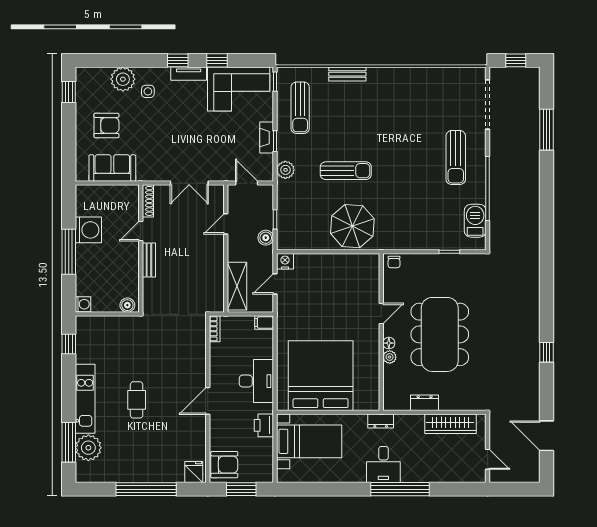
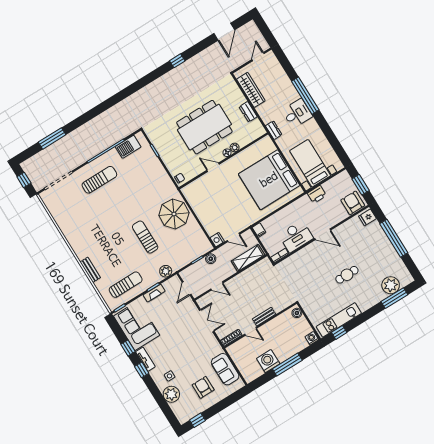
desk: (256, 381) -> (296, 236), moved, turned 180
kitchen unit: (85, 399) -> (339, 320), moved

